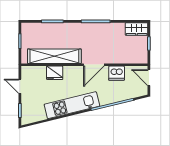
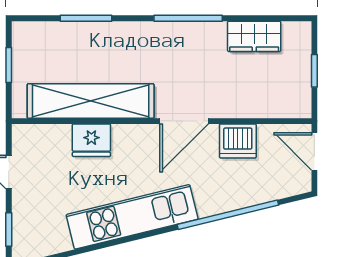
wardrobe: (137, 29) -> (254, 36), moved

